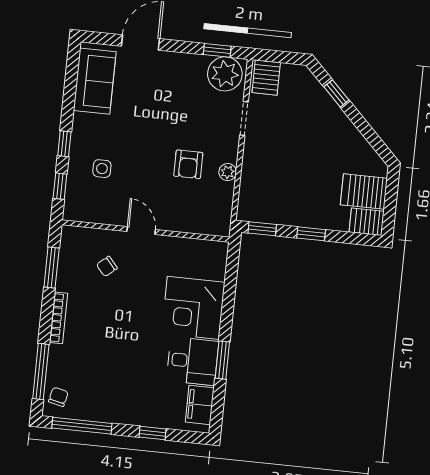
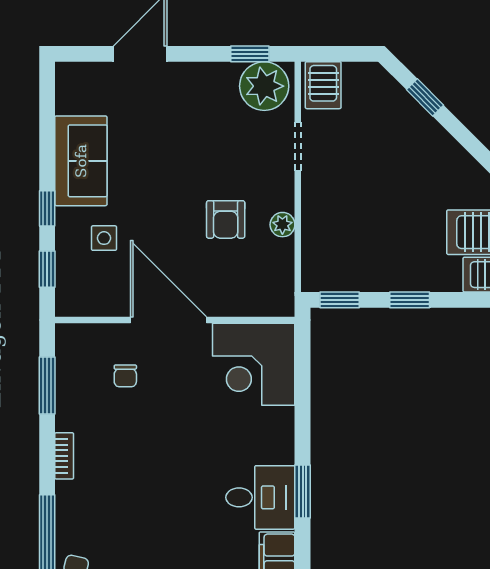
sofa: (95, 81) -> (81, 161), moved
door: (141, 231) -> (168, 320), width x1.87
chair: (107, 266) -> (125, 376), turned -50
corner desk: (193, 308) -> (254, 364), moved
bookcase: (58, 318) -> (64, 456), width x0.64

